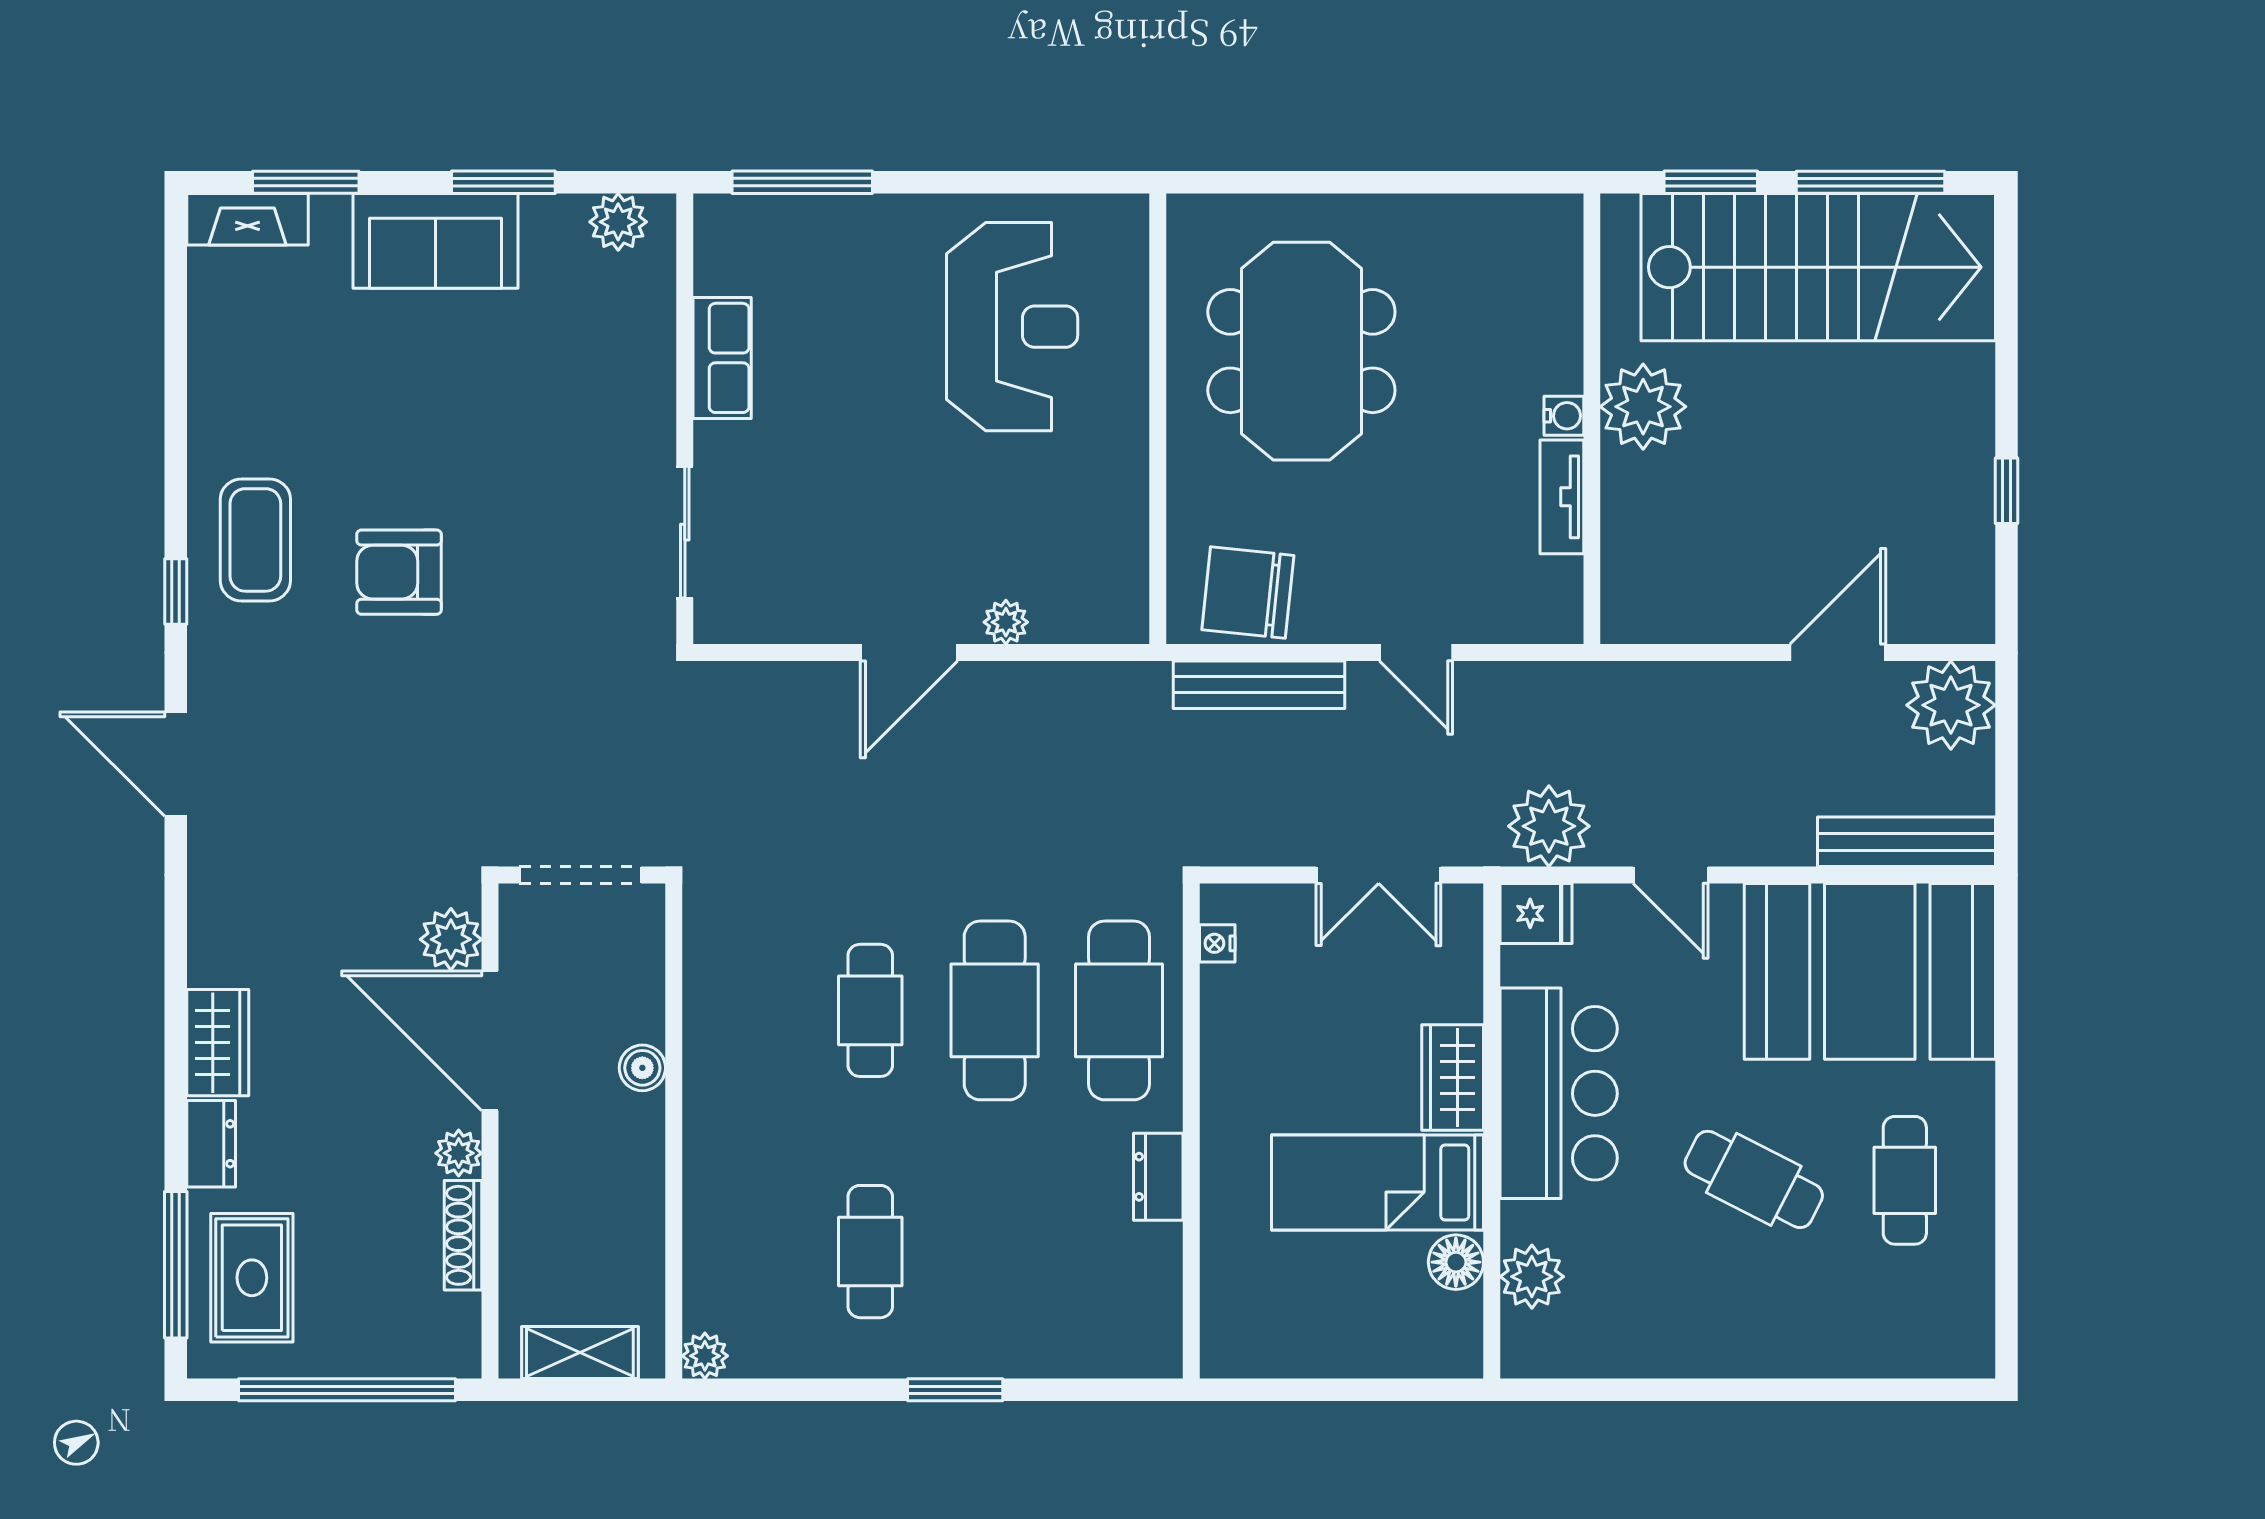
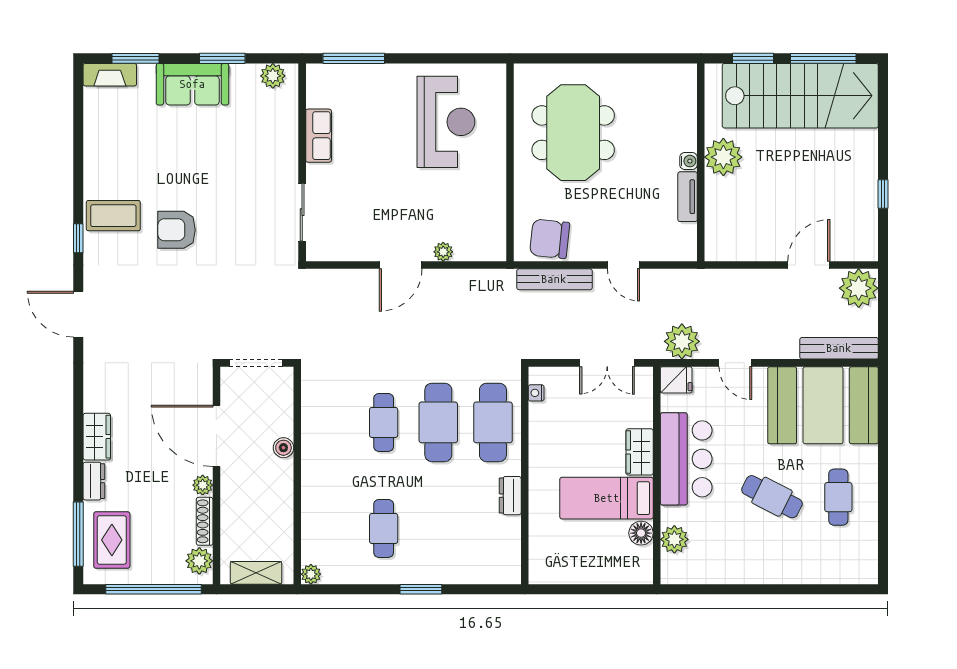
coffee table: (255, 540) -> (113, 216), turned 90
plant: (451, 939) -> (199, 561), moved

